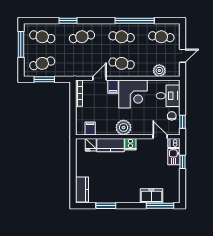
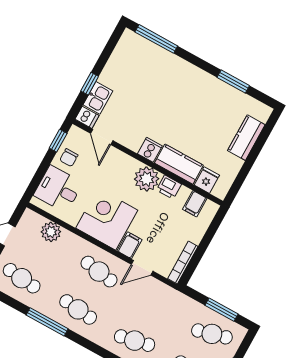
window: (135, 21) -> (47, 322), width x0.68
printer: (109, 130) -> (169, 187), added
kitchen counter: (82, 189) -> (246, 138), moved
freezer: (151, 196) -> (161, 60), removed

